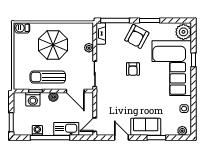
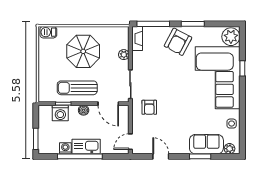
armchair: (133, 69) -> (149, 107), moved
sofa: (146, 127) -> (206, 144), moved
kitchen sink: (66, 129) -> (86, 146), moved

